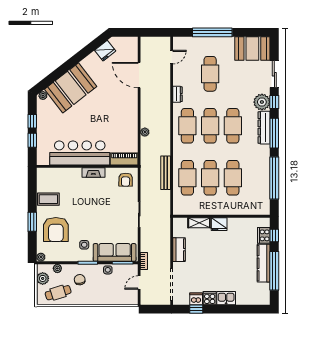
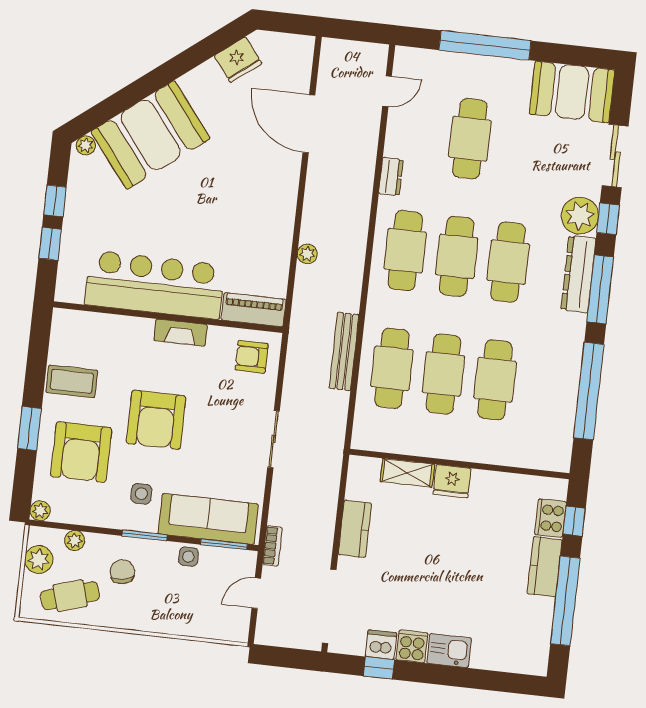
armchair: (126, 180) -> (252, 357), turned 89
armchair: (87, 212) -> (156, 420), added
kitchen counter: (264, 263) -> (545, 567), width x0.67

